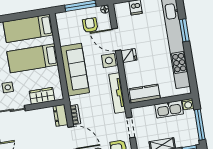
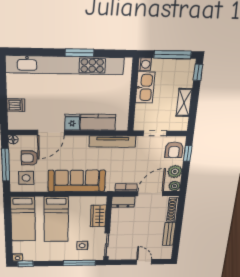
window: (184, 30) -> (80, 53), moved
side table: (109, 61) -> (26, 178), moved
kitchen counter: (145, 94) -> (98, 122), moved, turned 90

